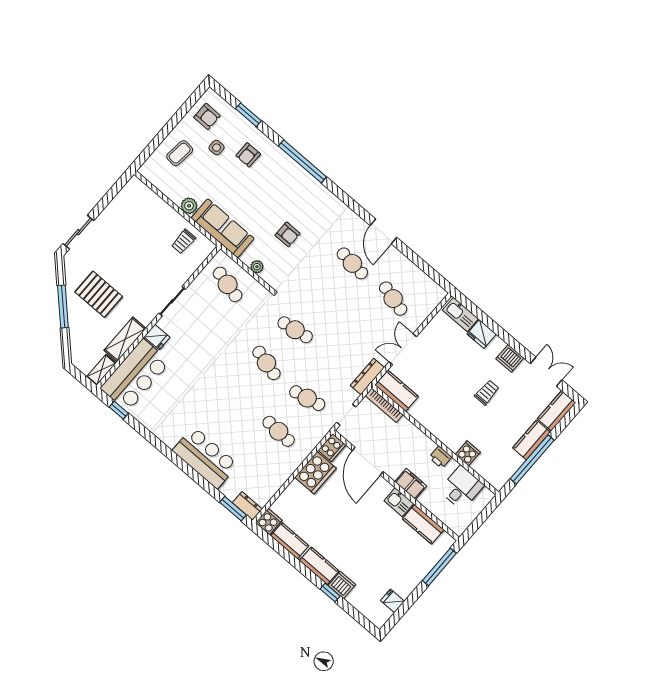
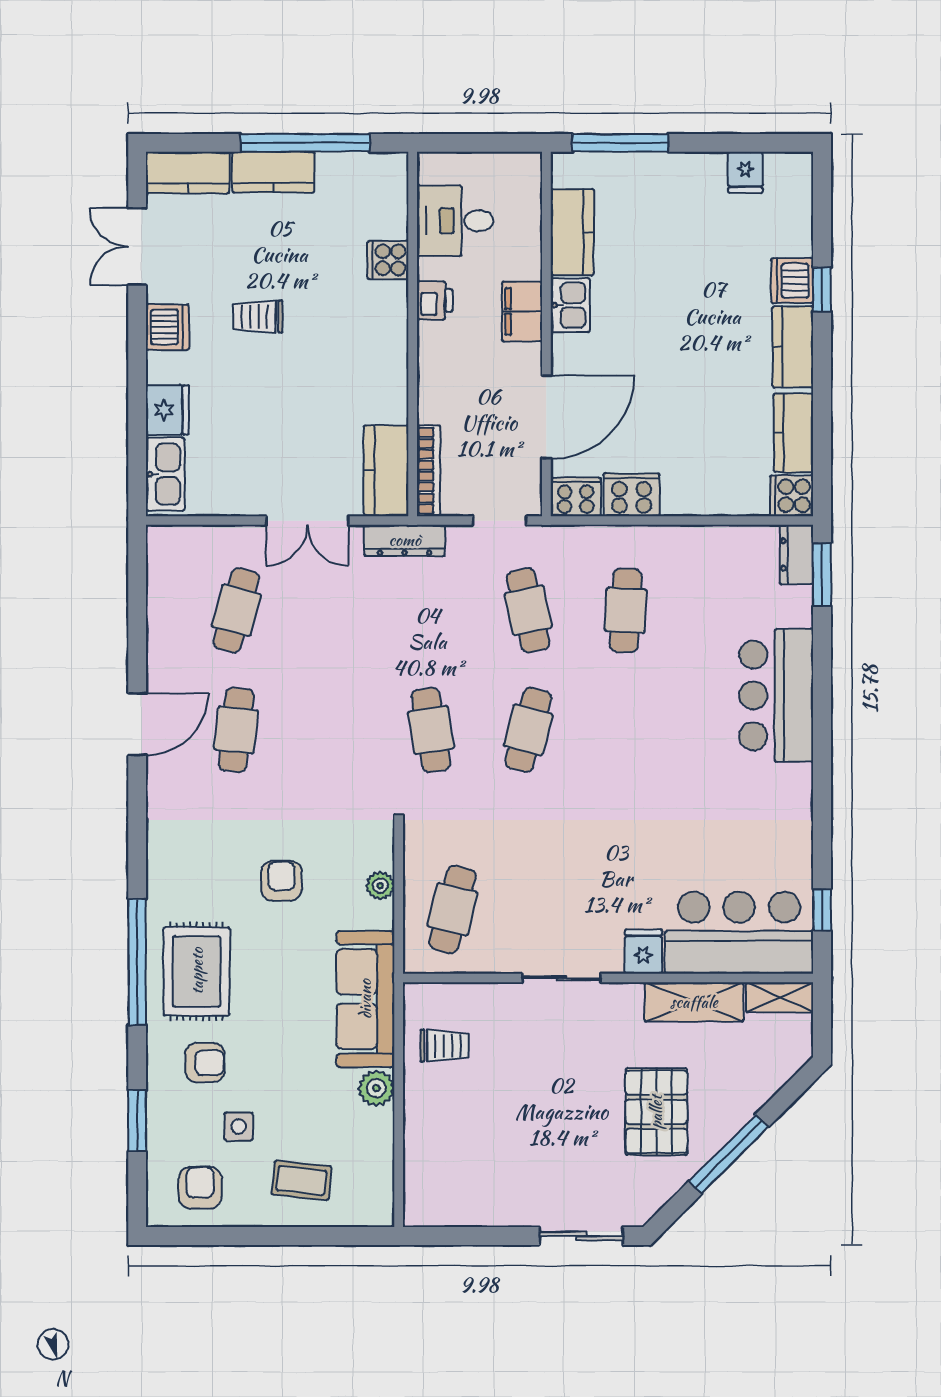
rug: (282, 179) -> (197, 971), added
cooker: (315, 473) -> (632, 495), width x0.73, depth x0.76

